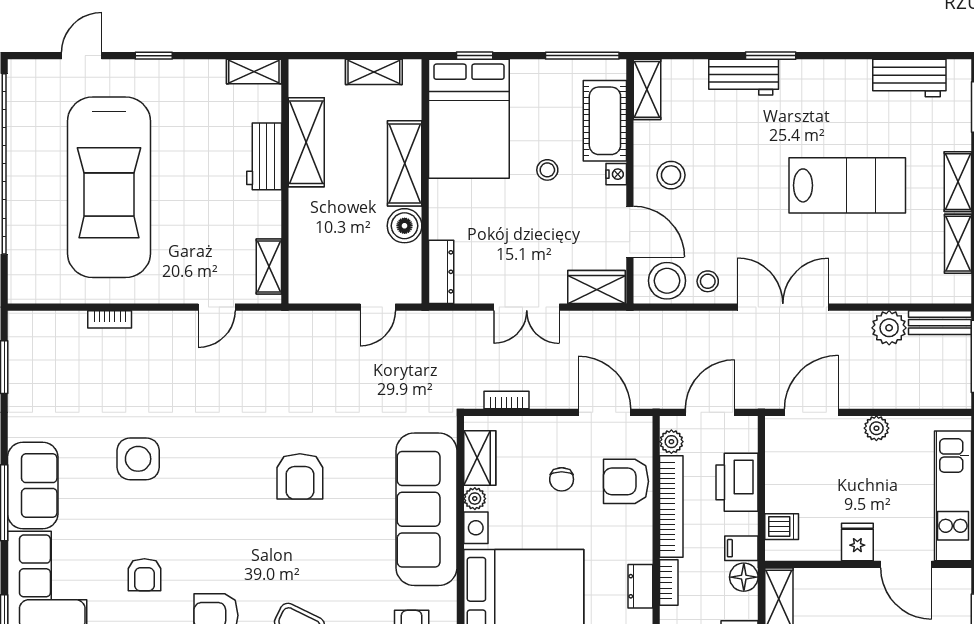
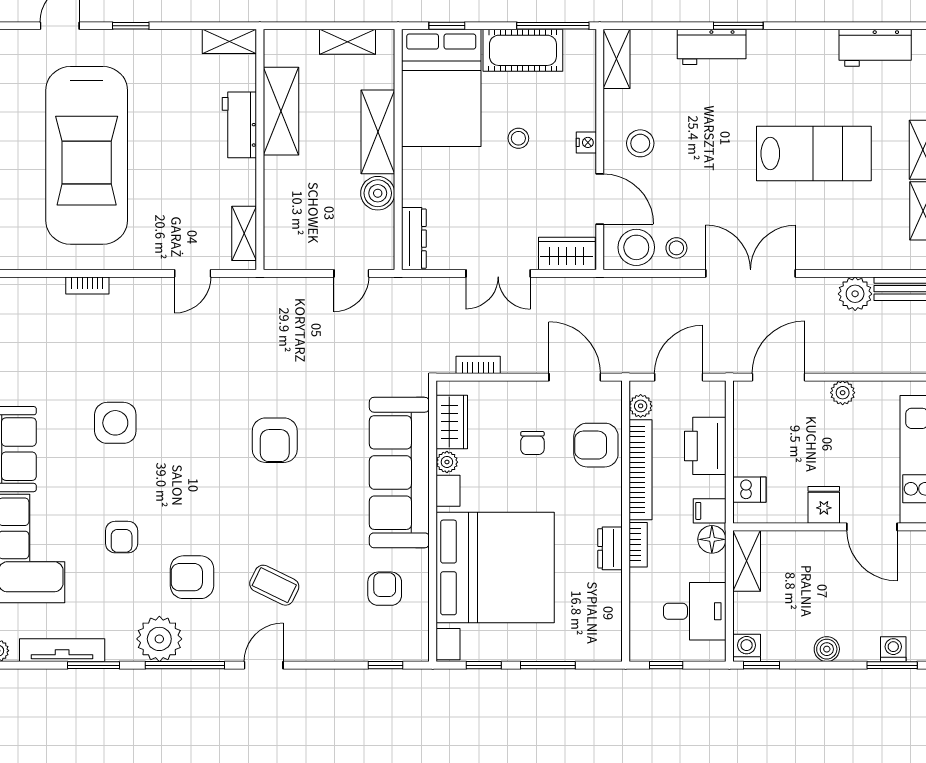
cot: (605, 121) -> (523, 50), moved, turned 90

